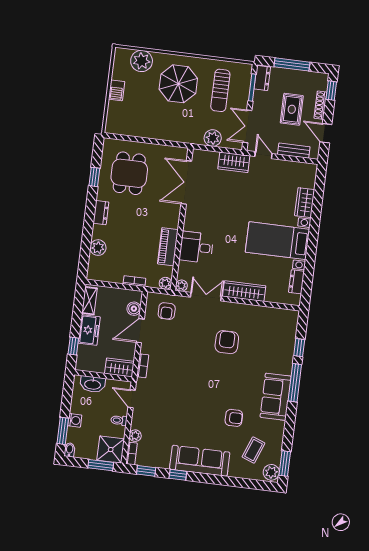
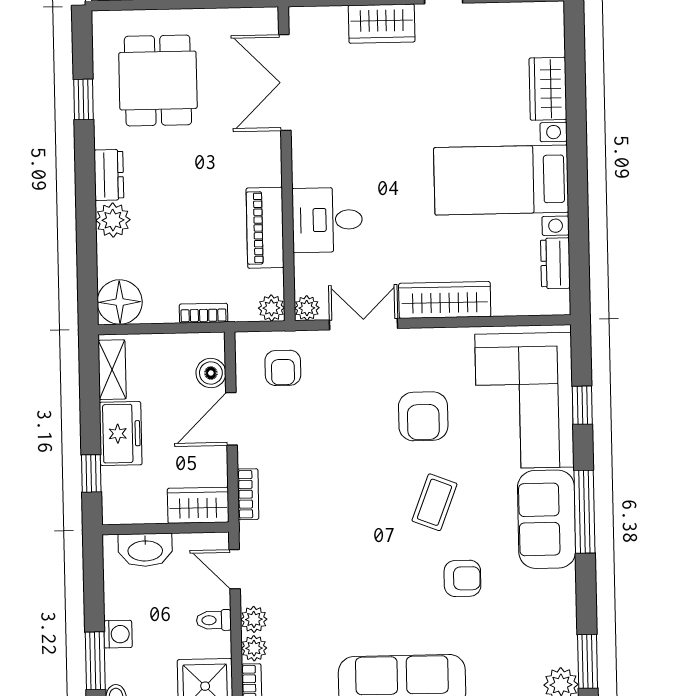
plant: (98, 248) -> (113, 220), moved
floor lamp: (97, 271) -> (120, 302), added
armchair: (227, 342) -> (423, 416), turned 180
corner sofa: (273, 342) -> (524, 401), added
window: (295, 383) -> (584, 512), moved
plant: (137, 423) -> (254, 619), added
coffee table: (253, 450) -> (434, 502), moved

